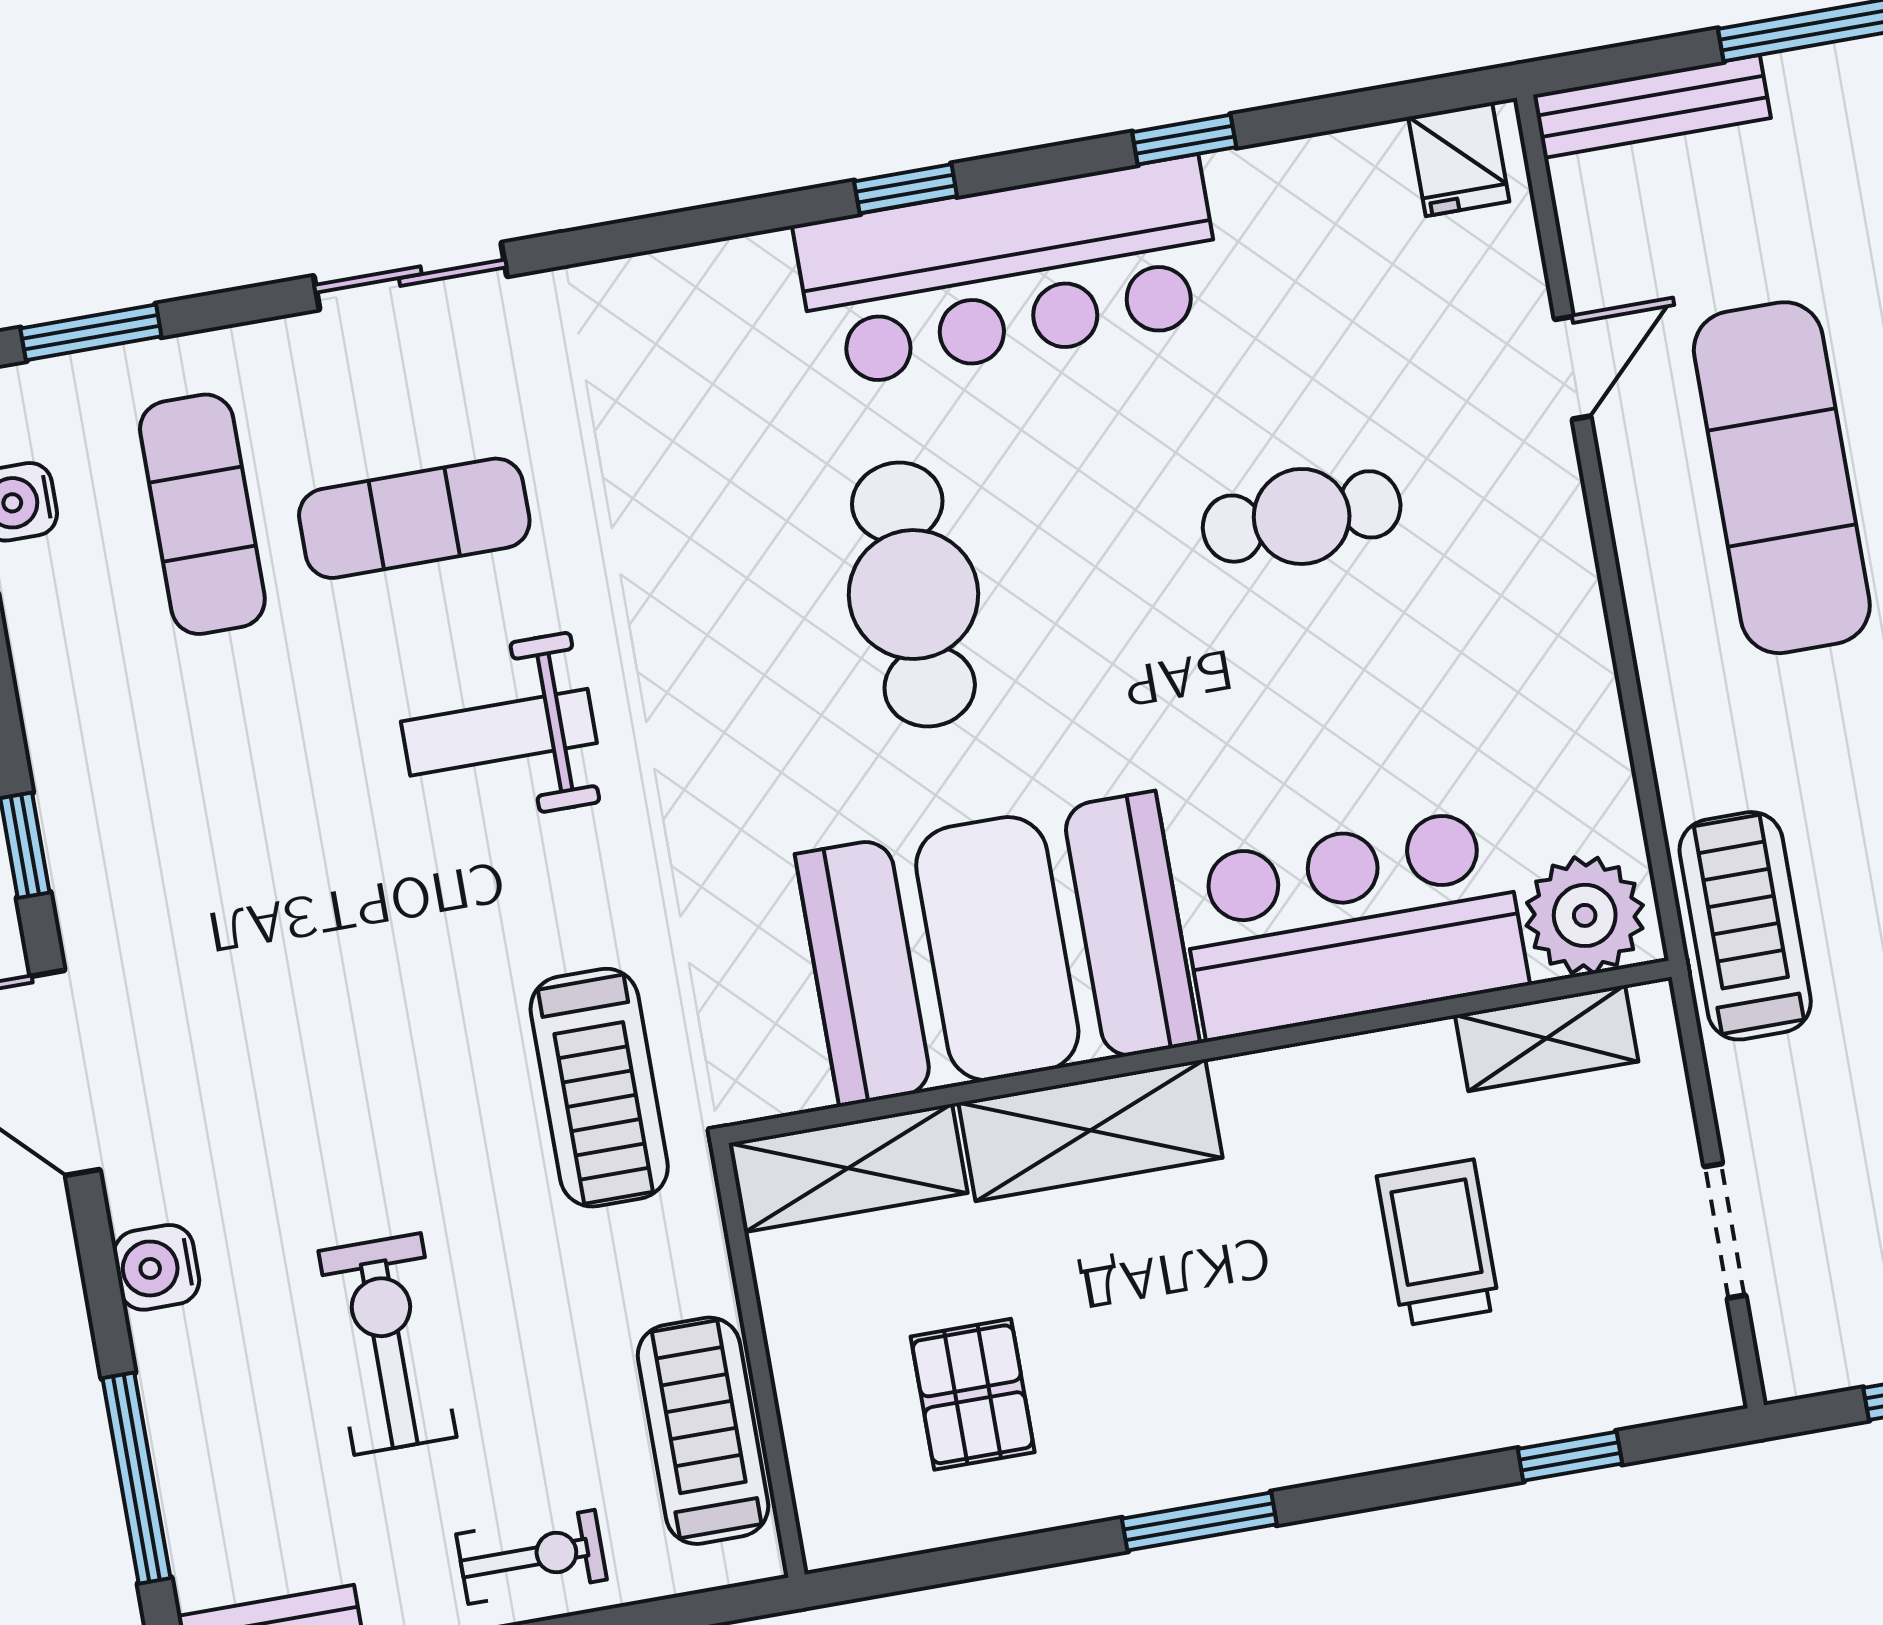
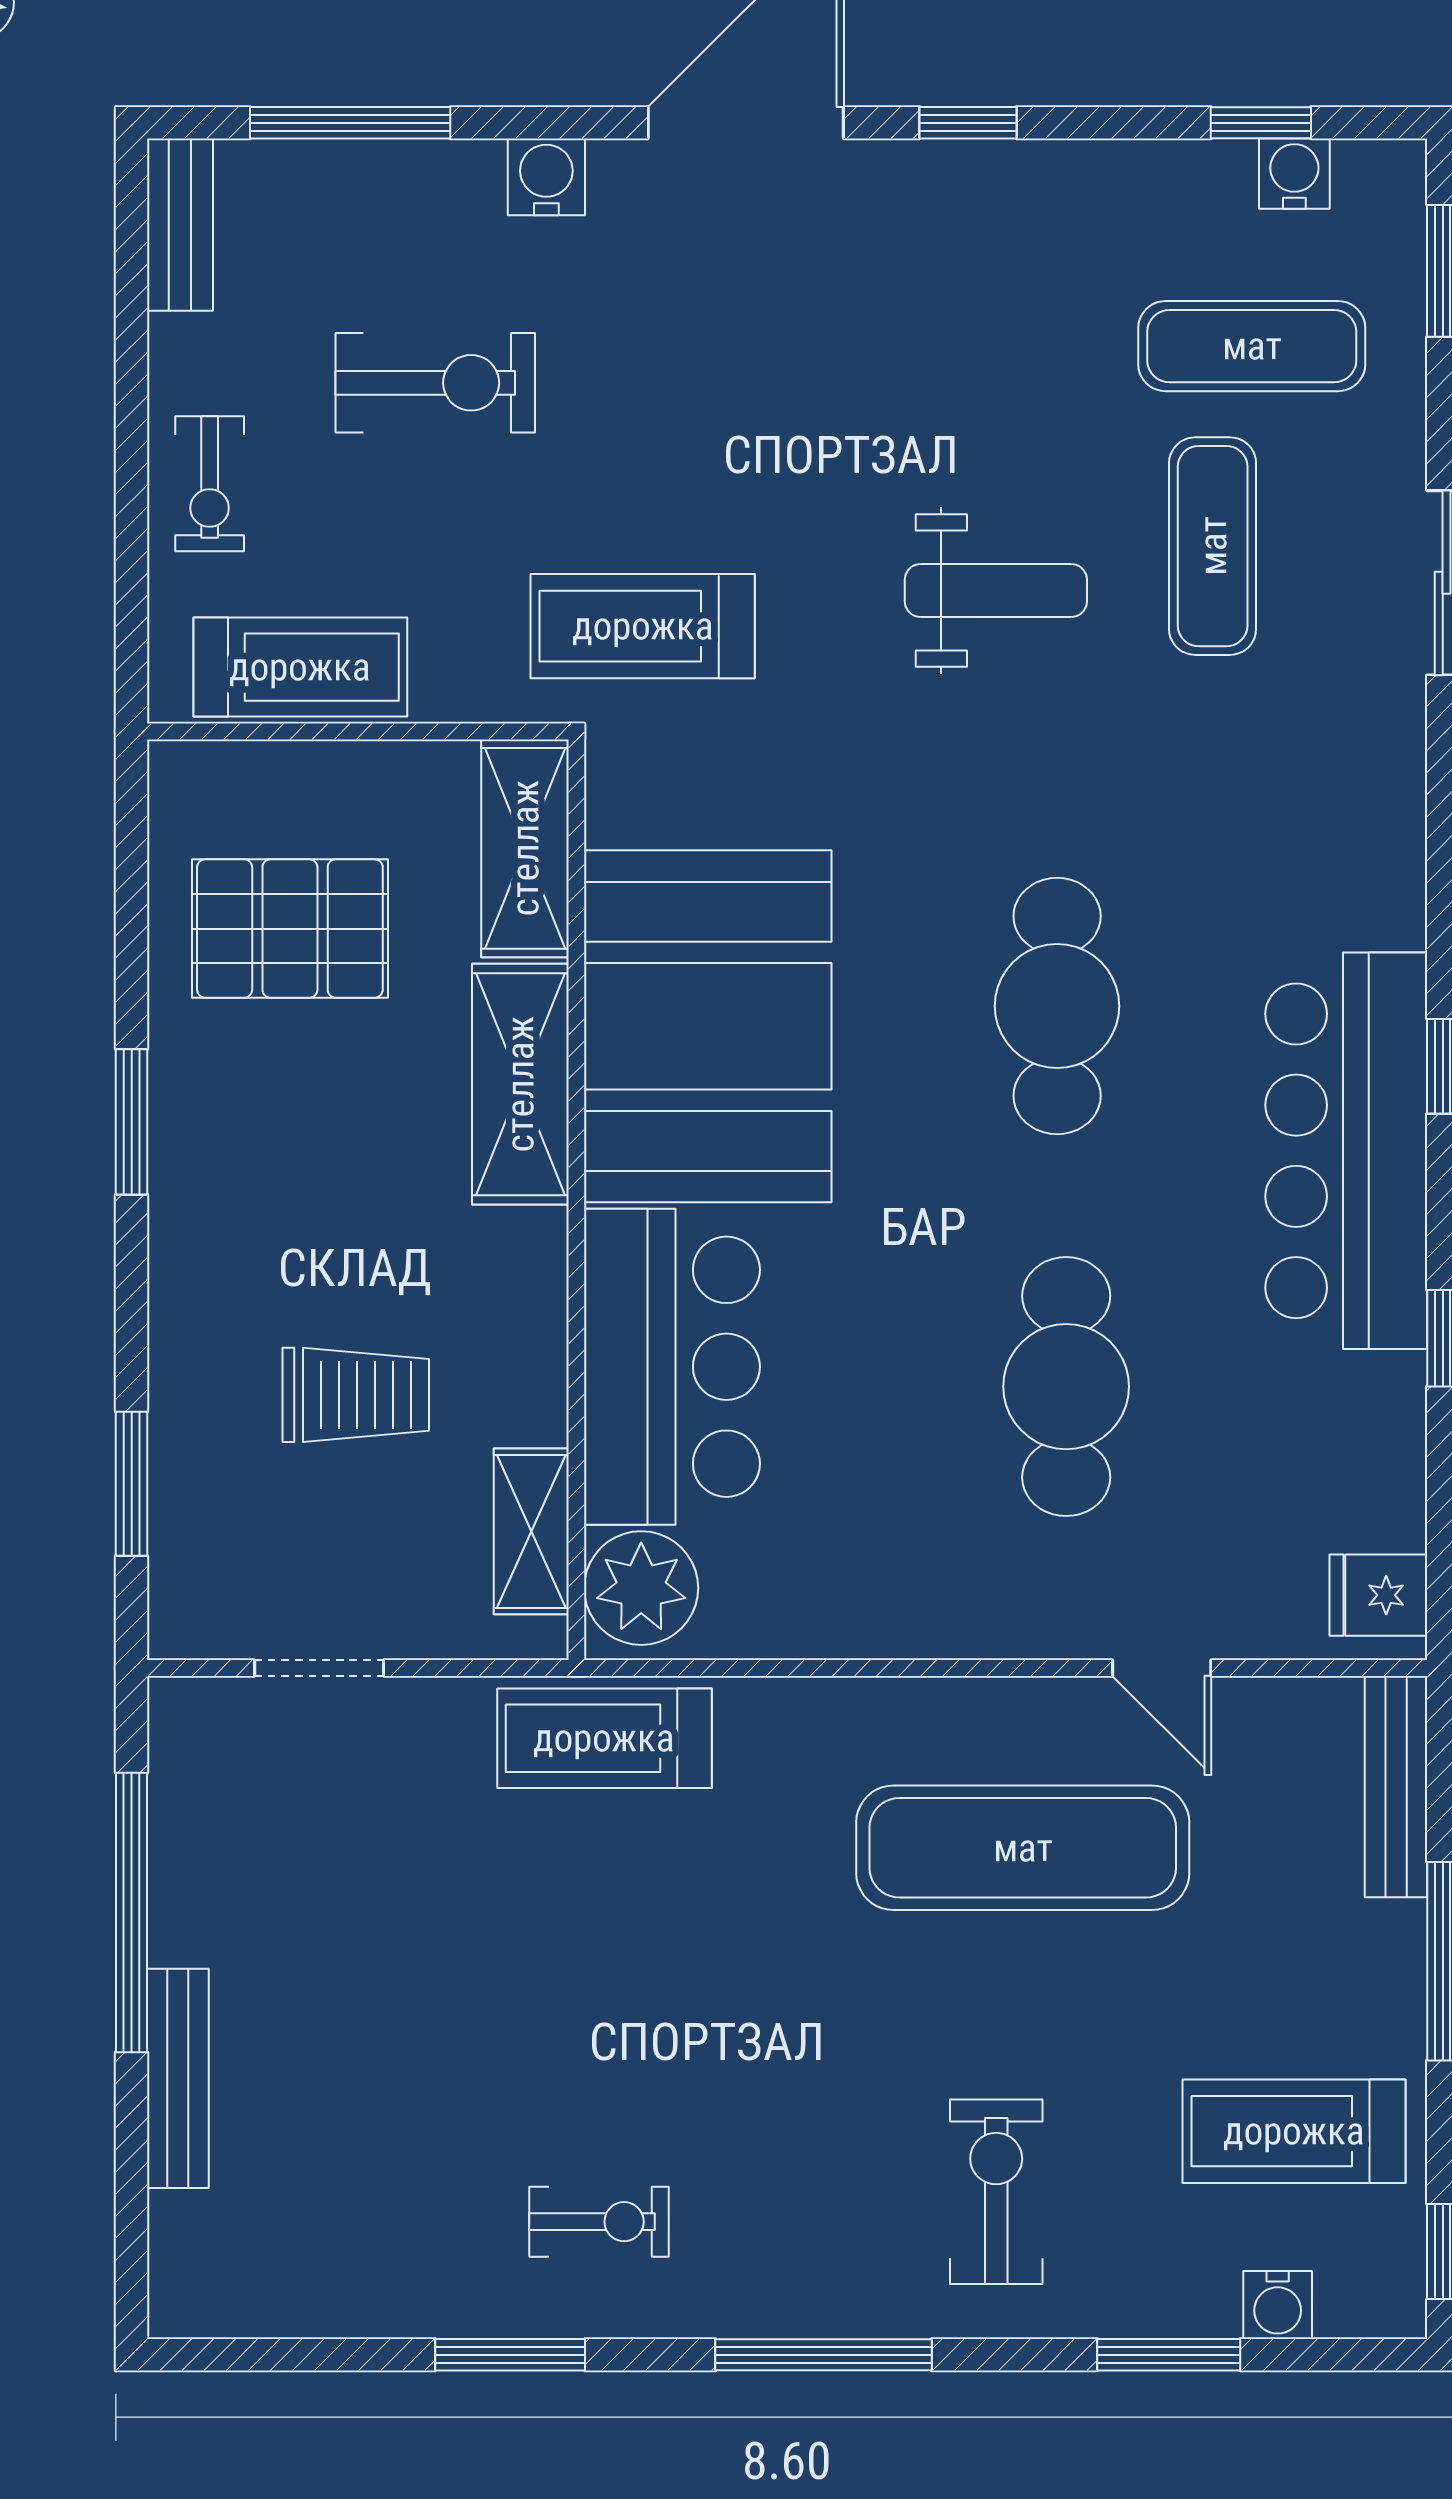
cafe table: (1302, 516) -> (1066, 1387), width x1.37, depth x1.35
cafe table: (913, 595) -> (1057, 1006), turned 90
weight bench: (499, 732) -> (996, 590), turned 90
treadmill: (1745, 926) -> (604, 1738), turned 180
pallet: (973, 1394) -> (290, 929), width x1.50, depth x1.42
window: (1570, 1456) -> (132, 1484), width x1.50

